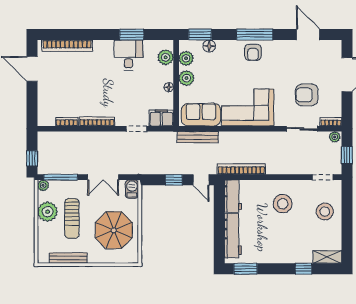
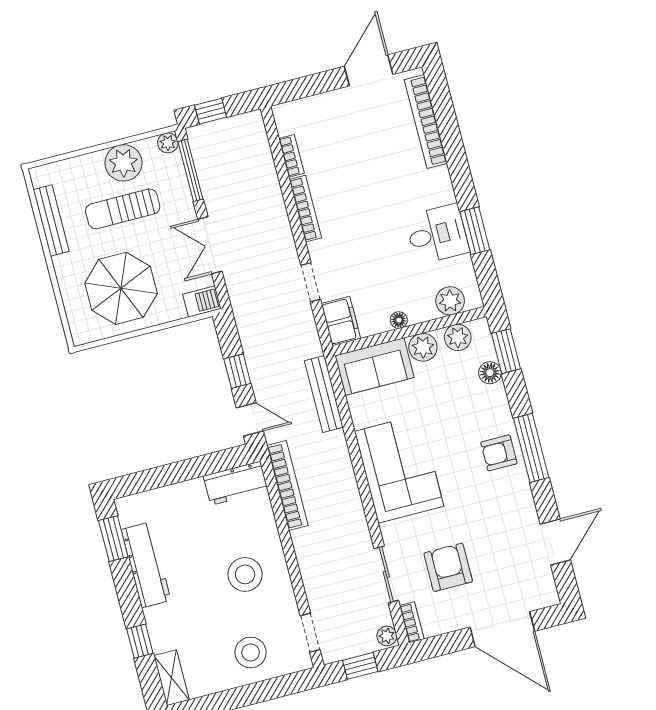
sofa: (201, 115) -> (374, 367), moved, turned 90
door: (201, 180) -> (250, 419), swing flipped
workbench: (233, 236) -> (146, 565), moved, turned -90

